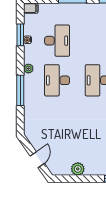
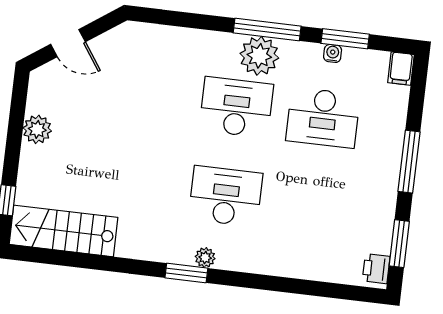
plant: (28, 69) -> (259, 56), width x1.88, depth x1.88
window: (20, 90) -> (267, 29), moved

